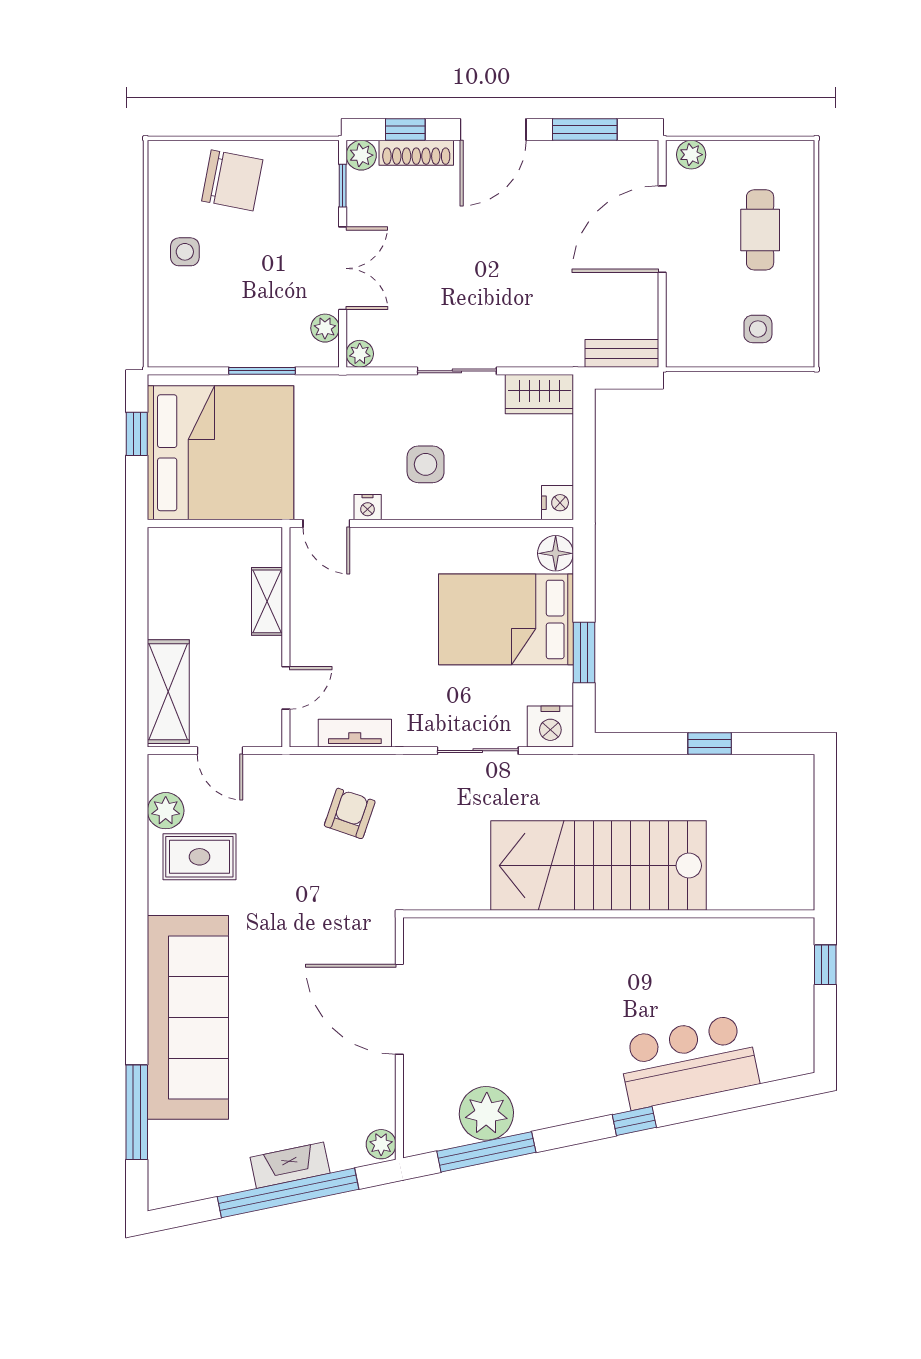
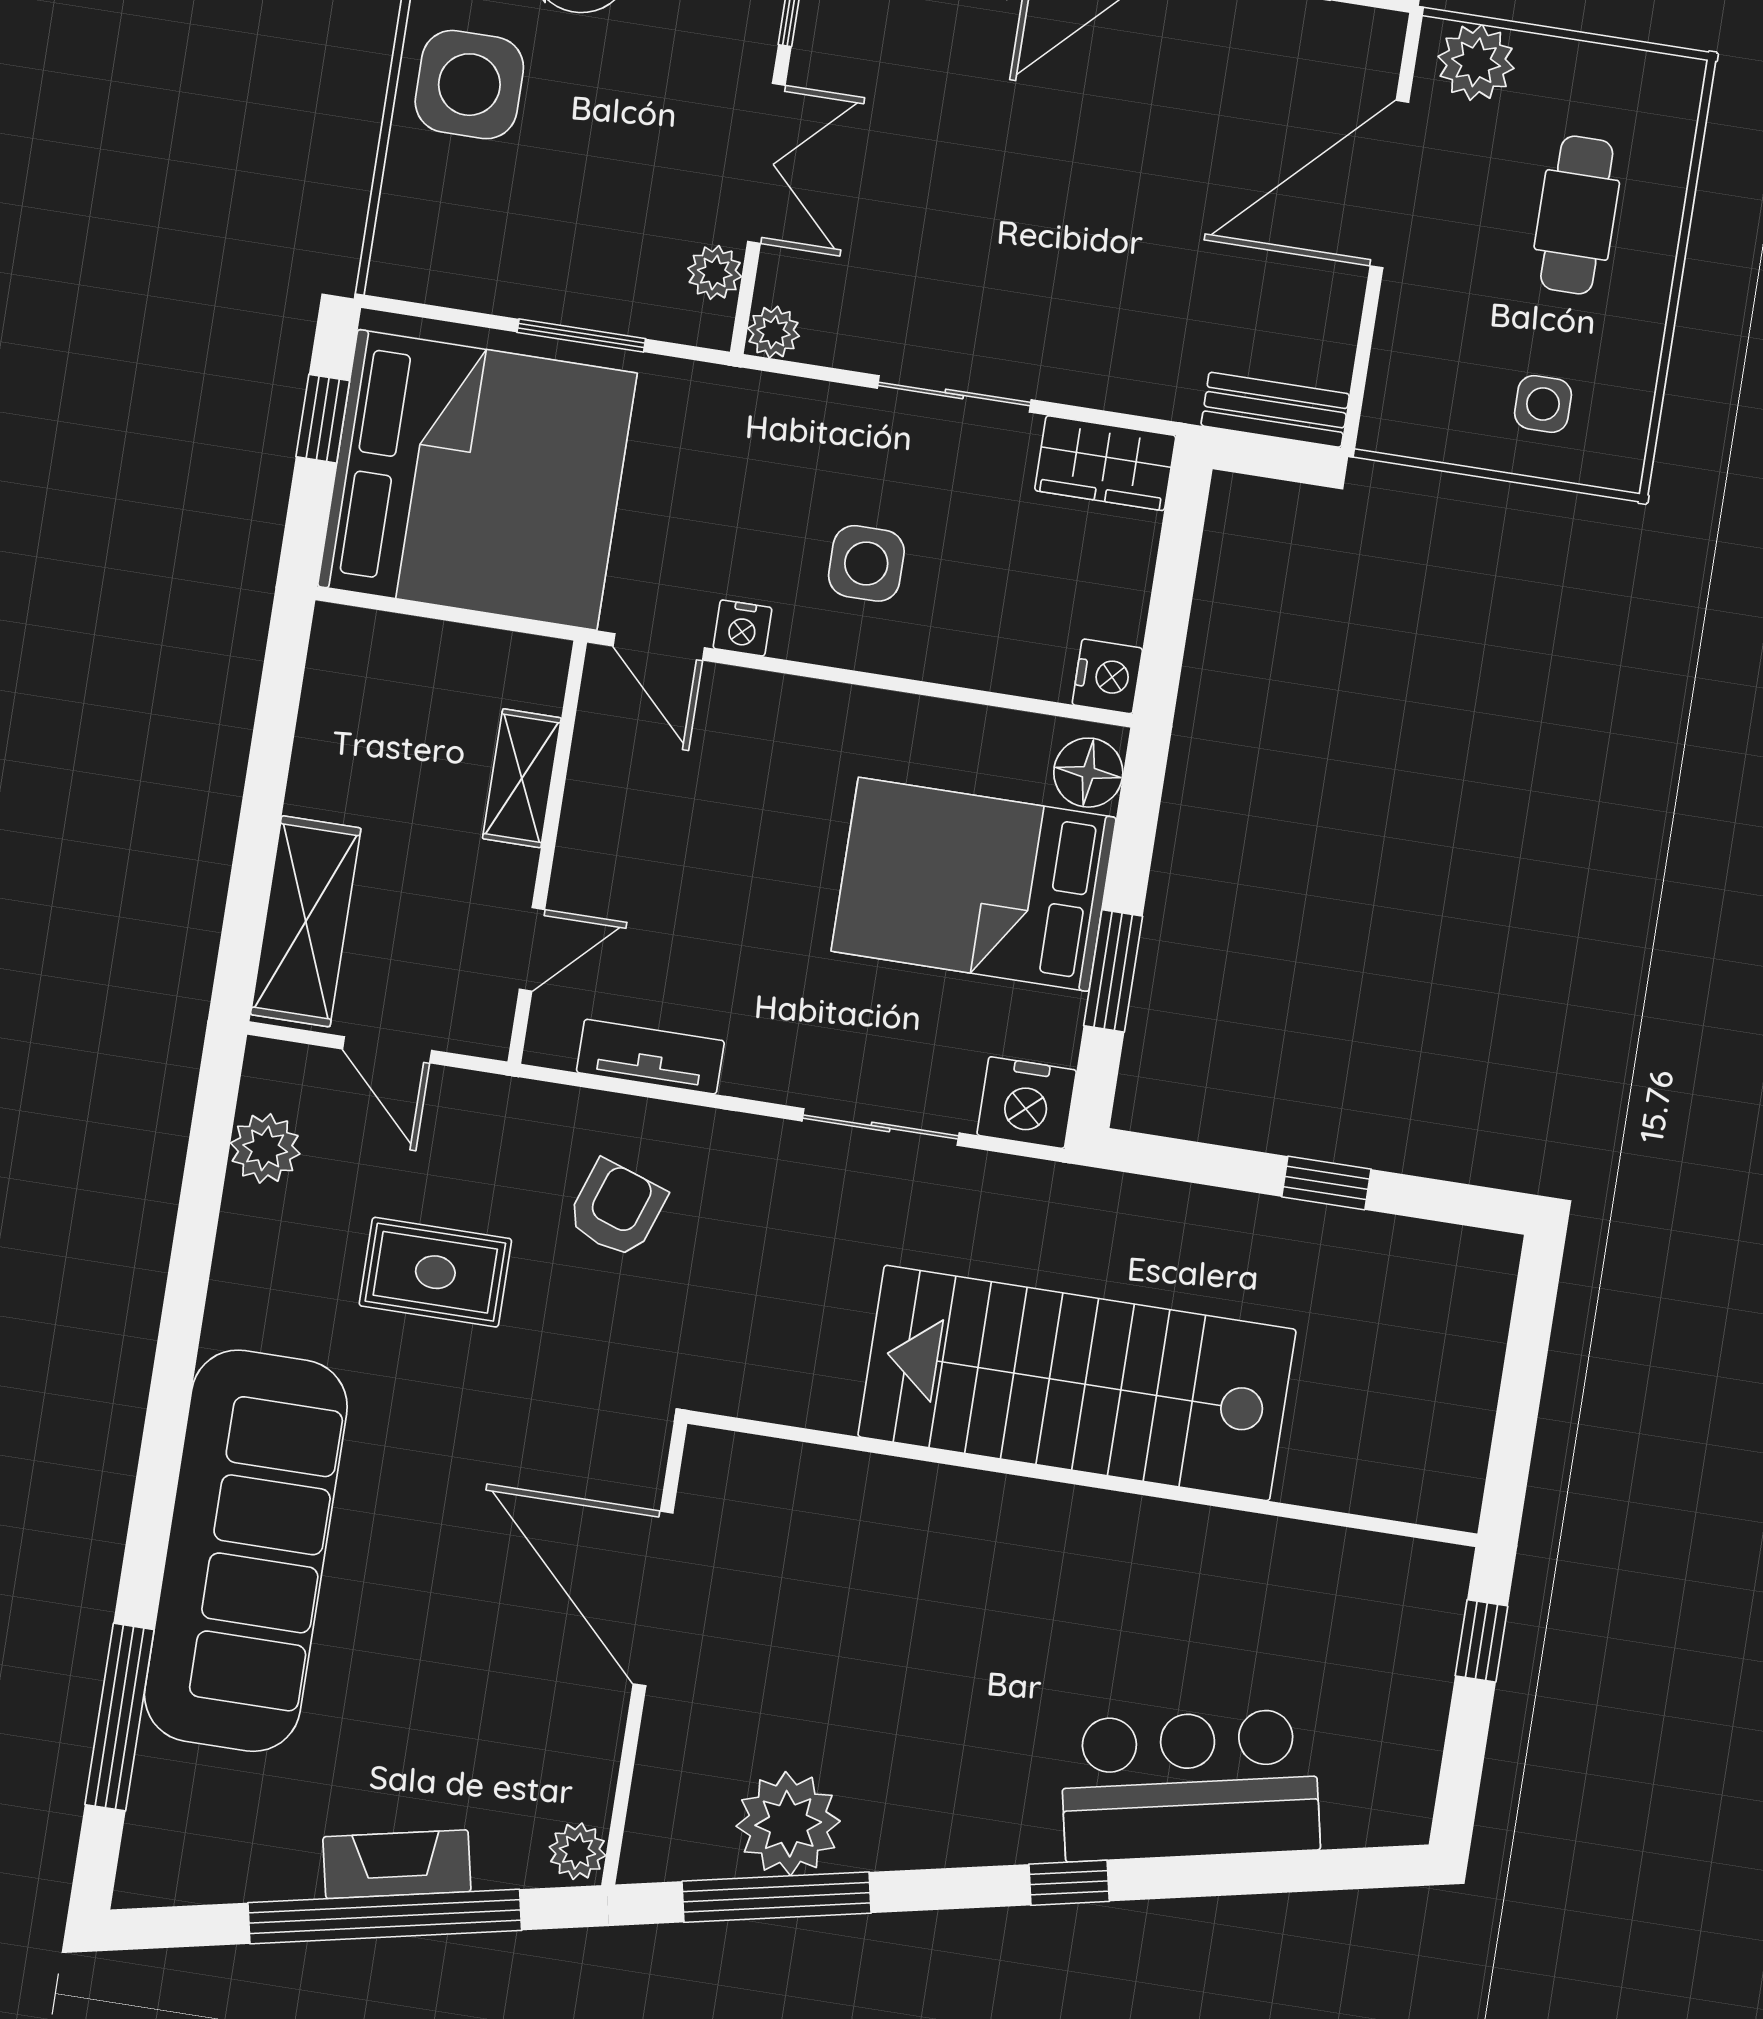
plant: (691, 155) -> (1476, 62), width x1.38, depth x1.38
side table: (185, 252) -> (469, 85), width x1.87, depth x1.87
rug: (199, 857) -> (435, 1272), moved

